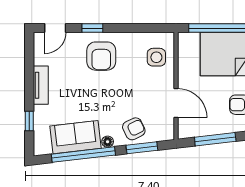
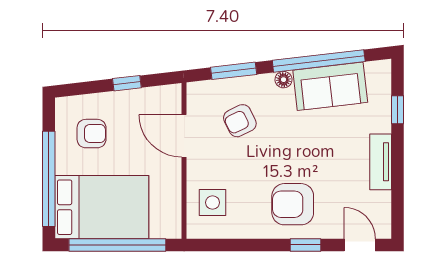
door: (55, 28) -> (360, 245), hinge flipped
armchair: (101, 56) -> (293, 204), turned -90
armchair: (134, 129) -> (240, 121), moved
window: (215, 139) -> (127, 83), width x0.46

